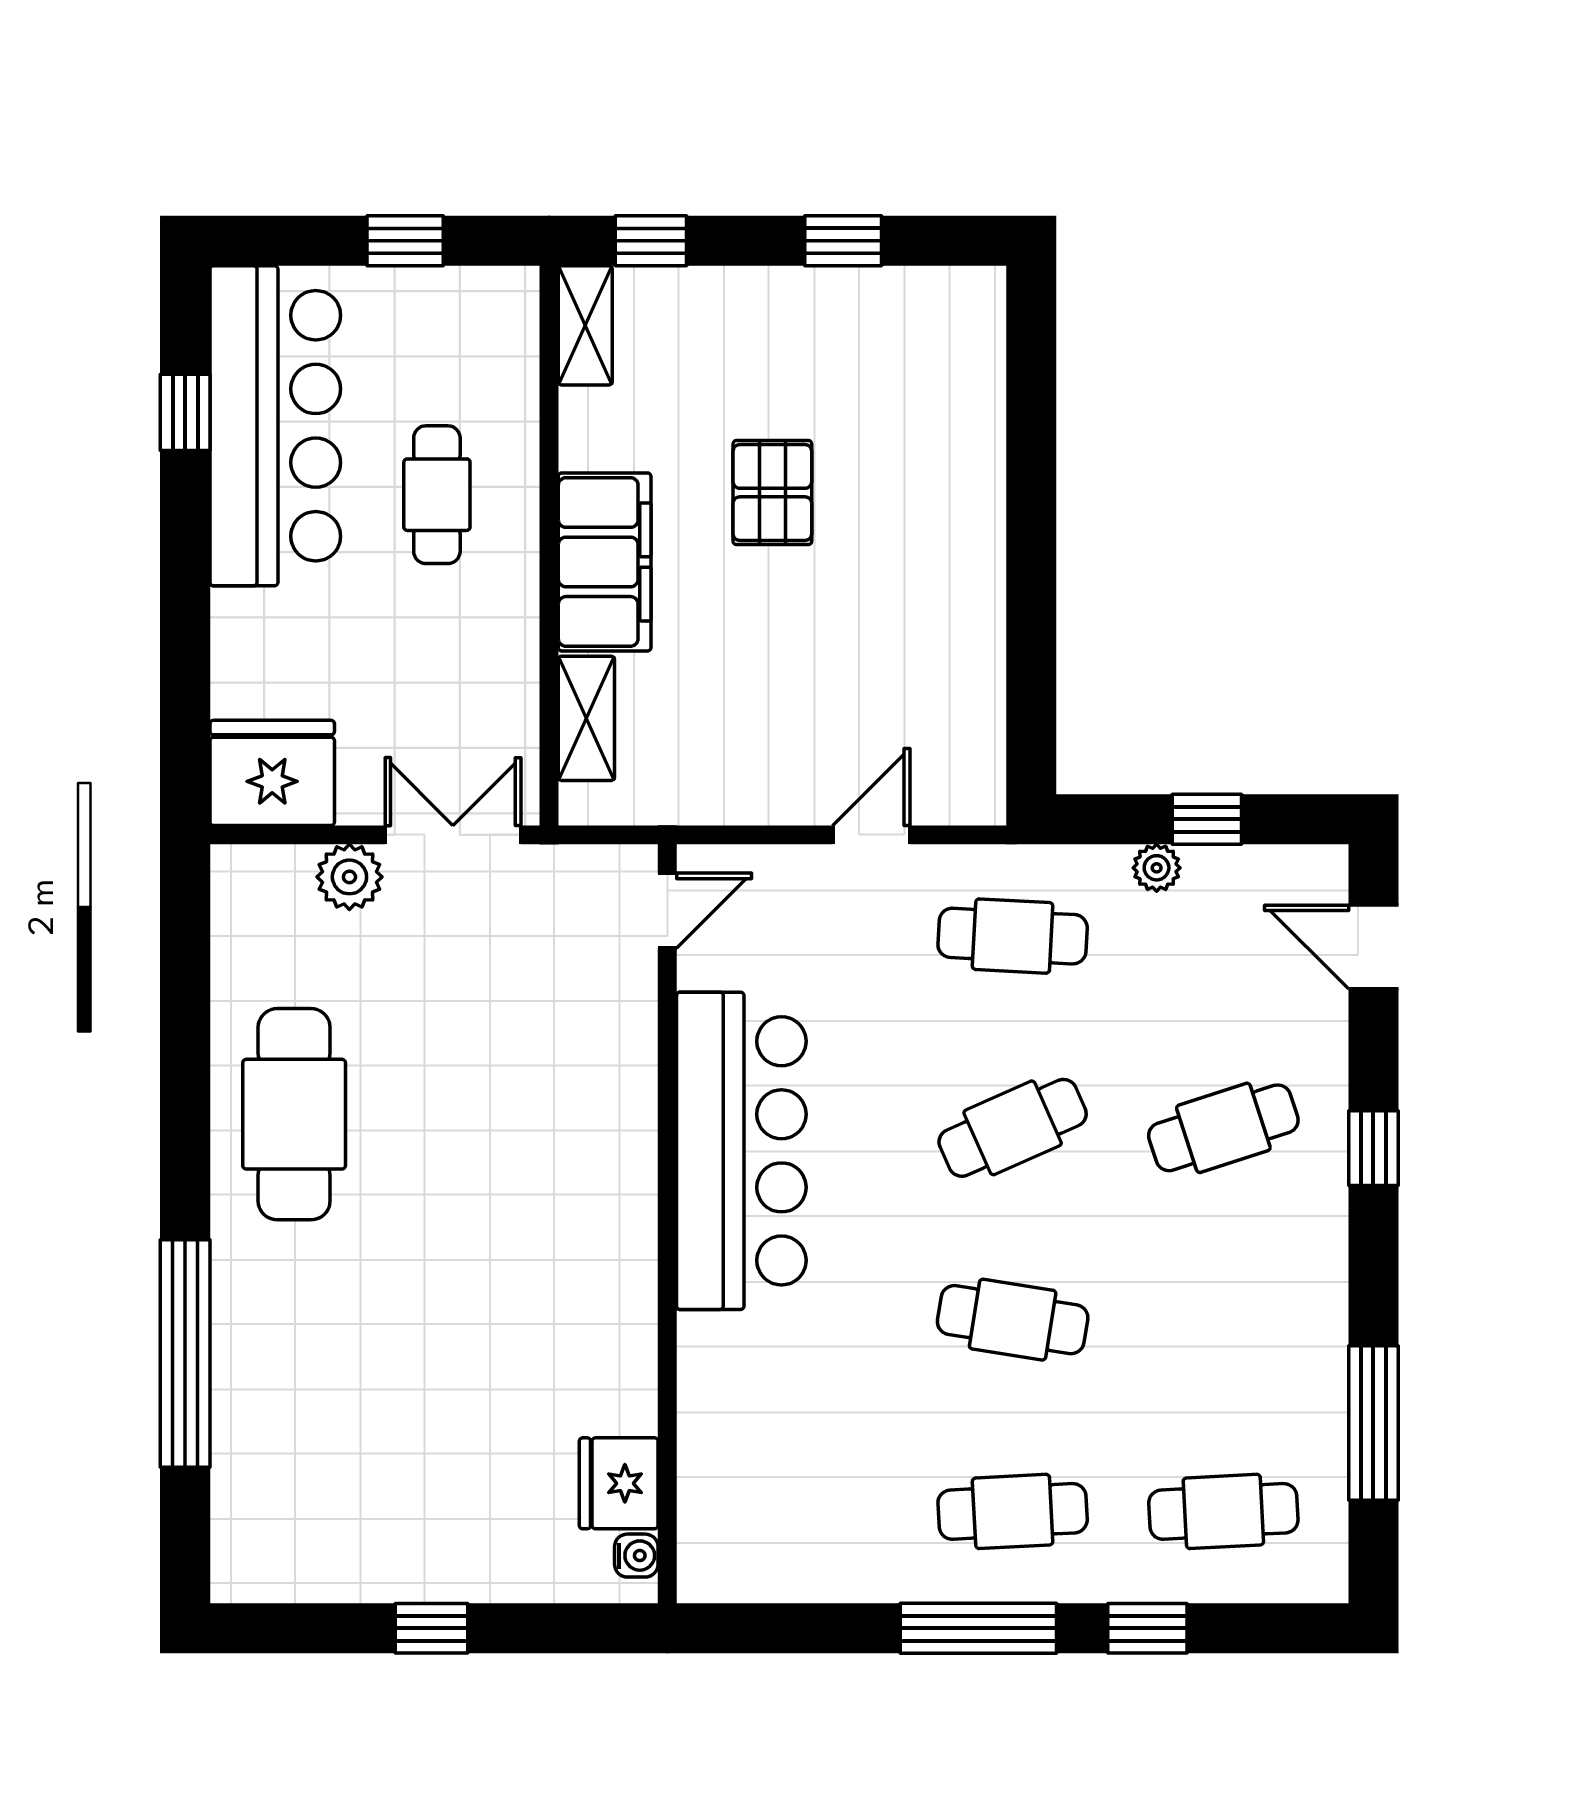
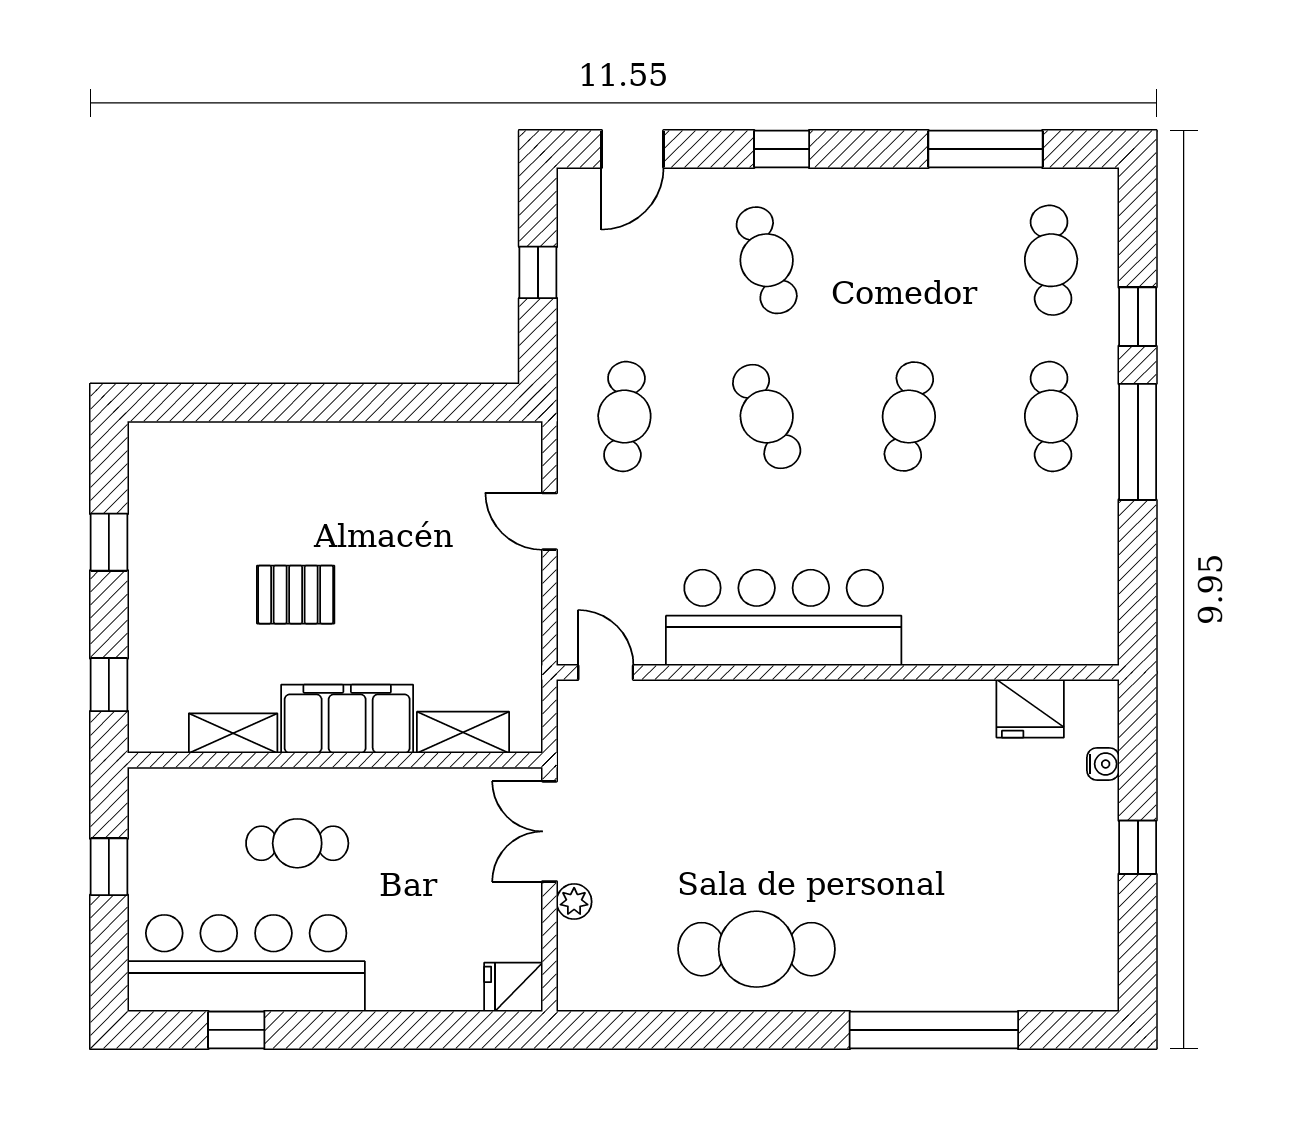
shelving: (585, 325) -> (233, 733), moved
fridge: (272, 773) -> (513, 987), width x0.53, depth x0.75
plant: (1157, 868) -> (574, 310), removed
plant: (349, 877) -> (574, 902), width x0.73, depth x0.73
water cooler: (636, 1556) -> (1103, 764), moved, turned 90

